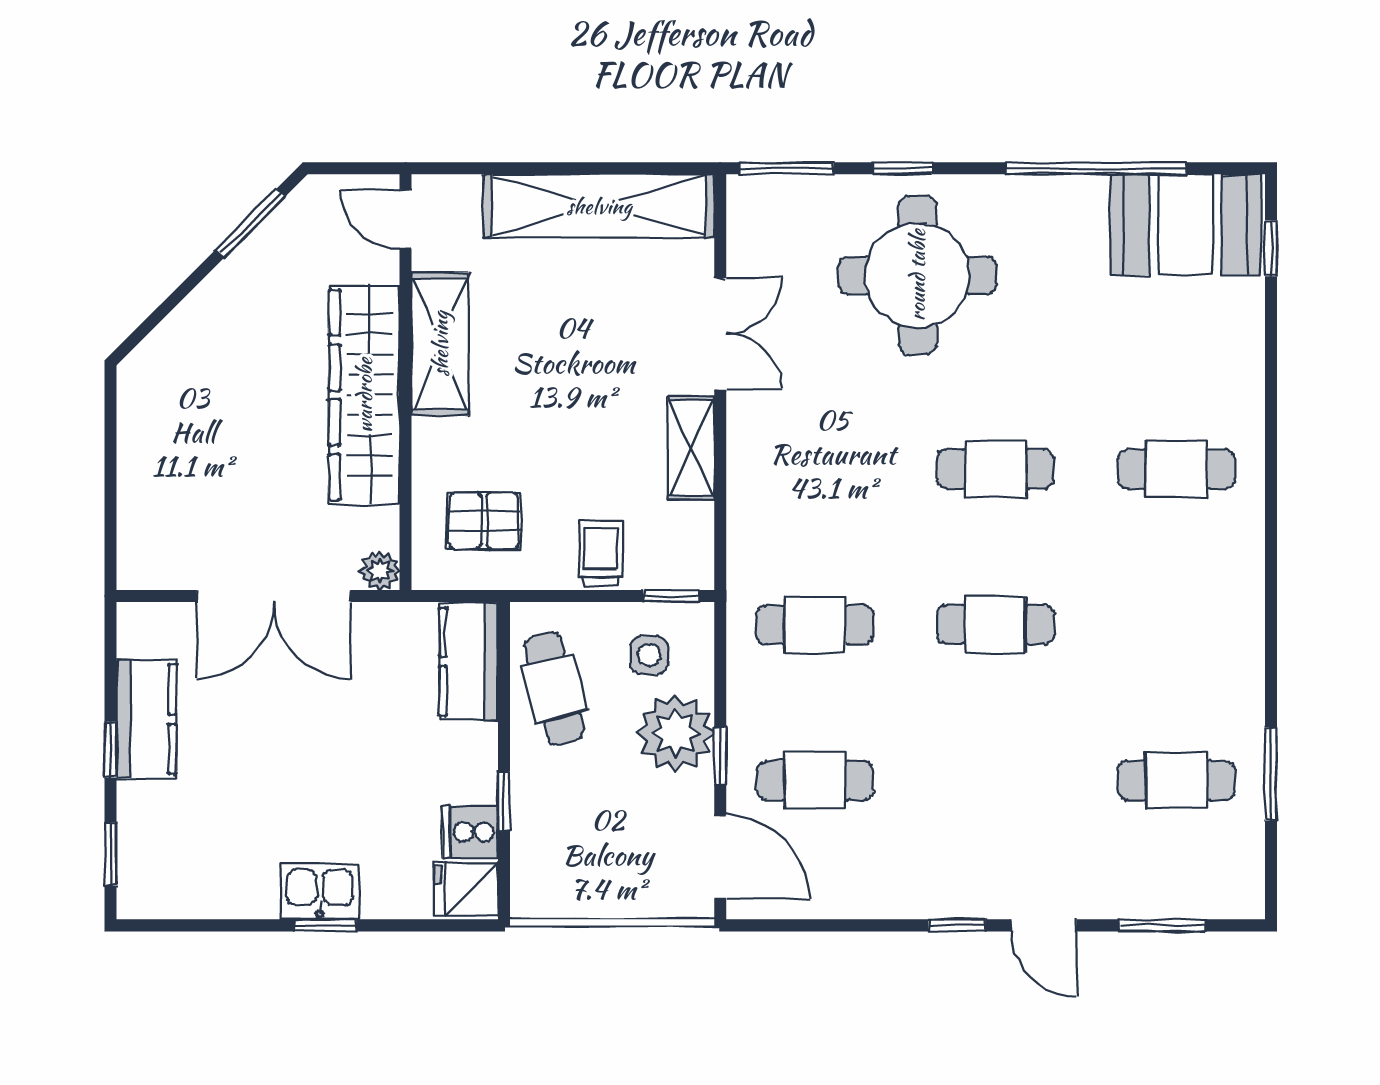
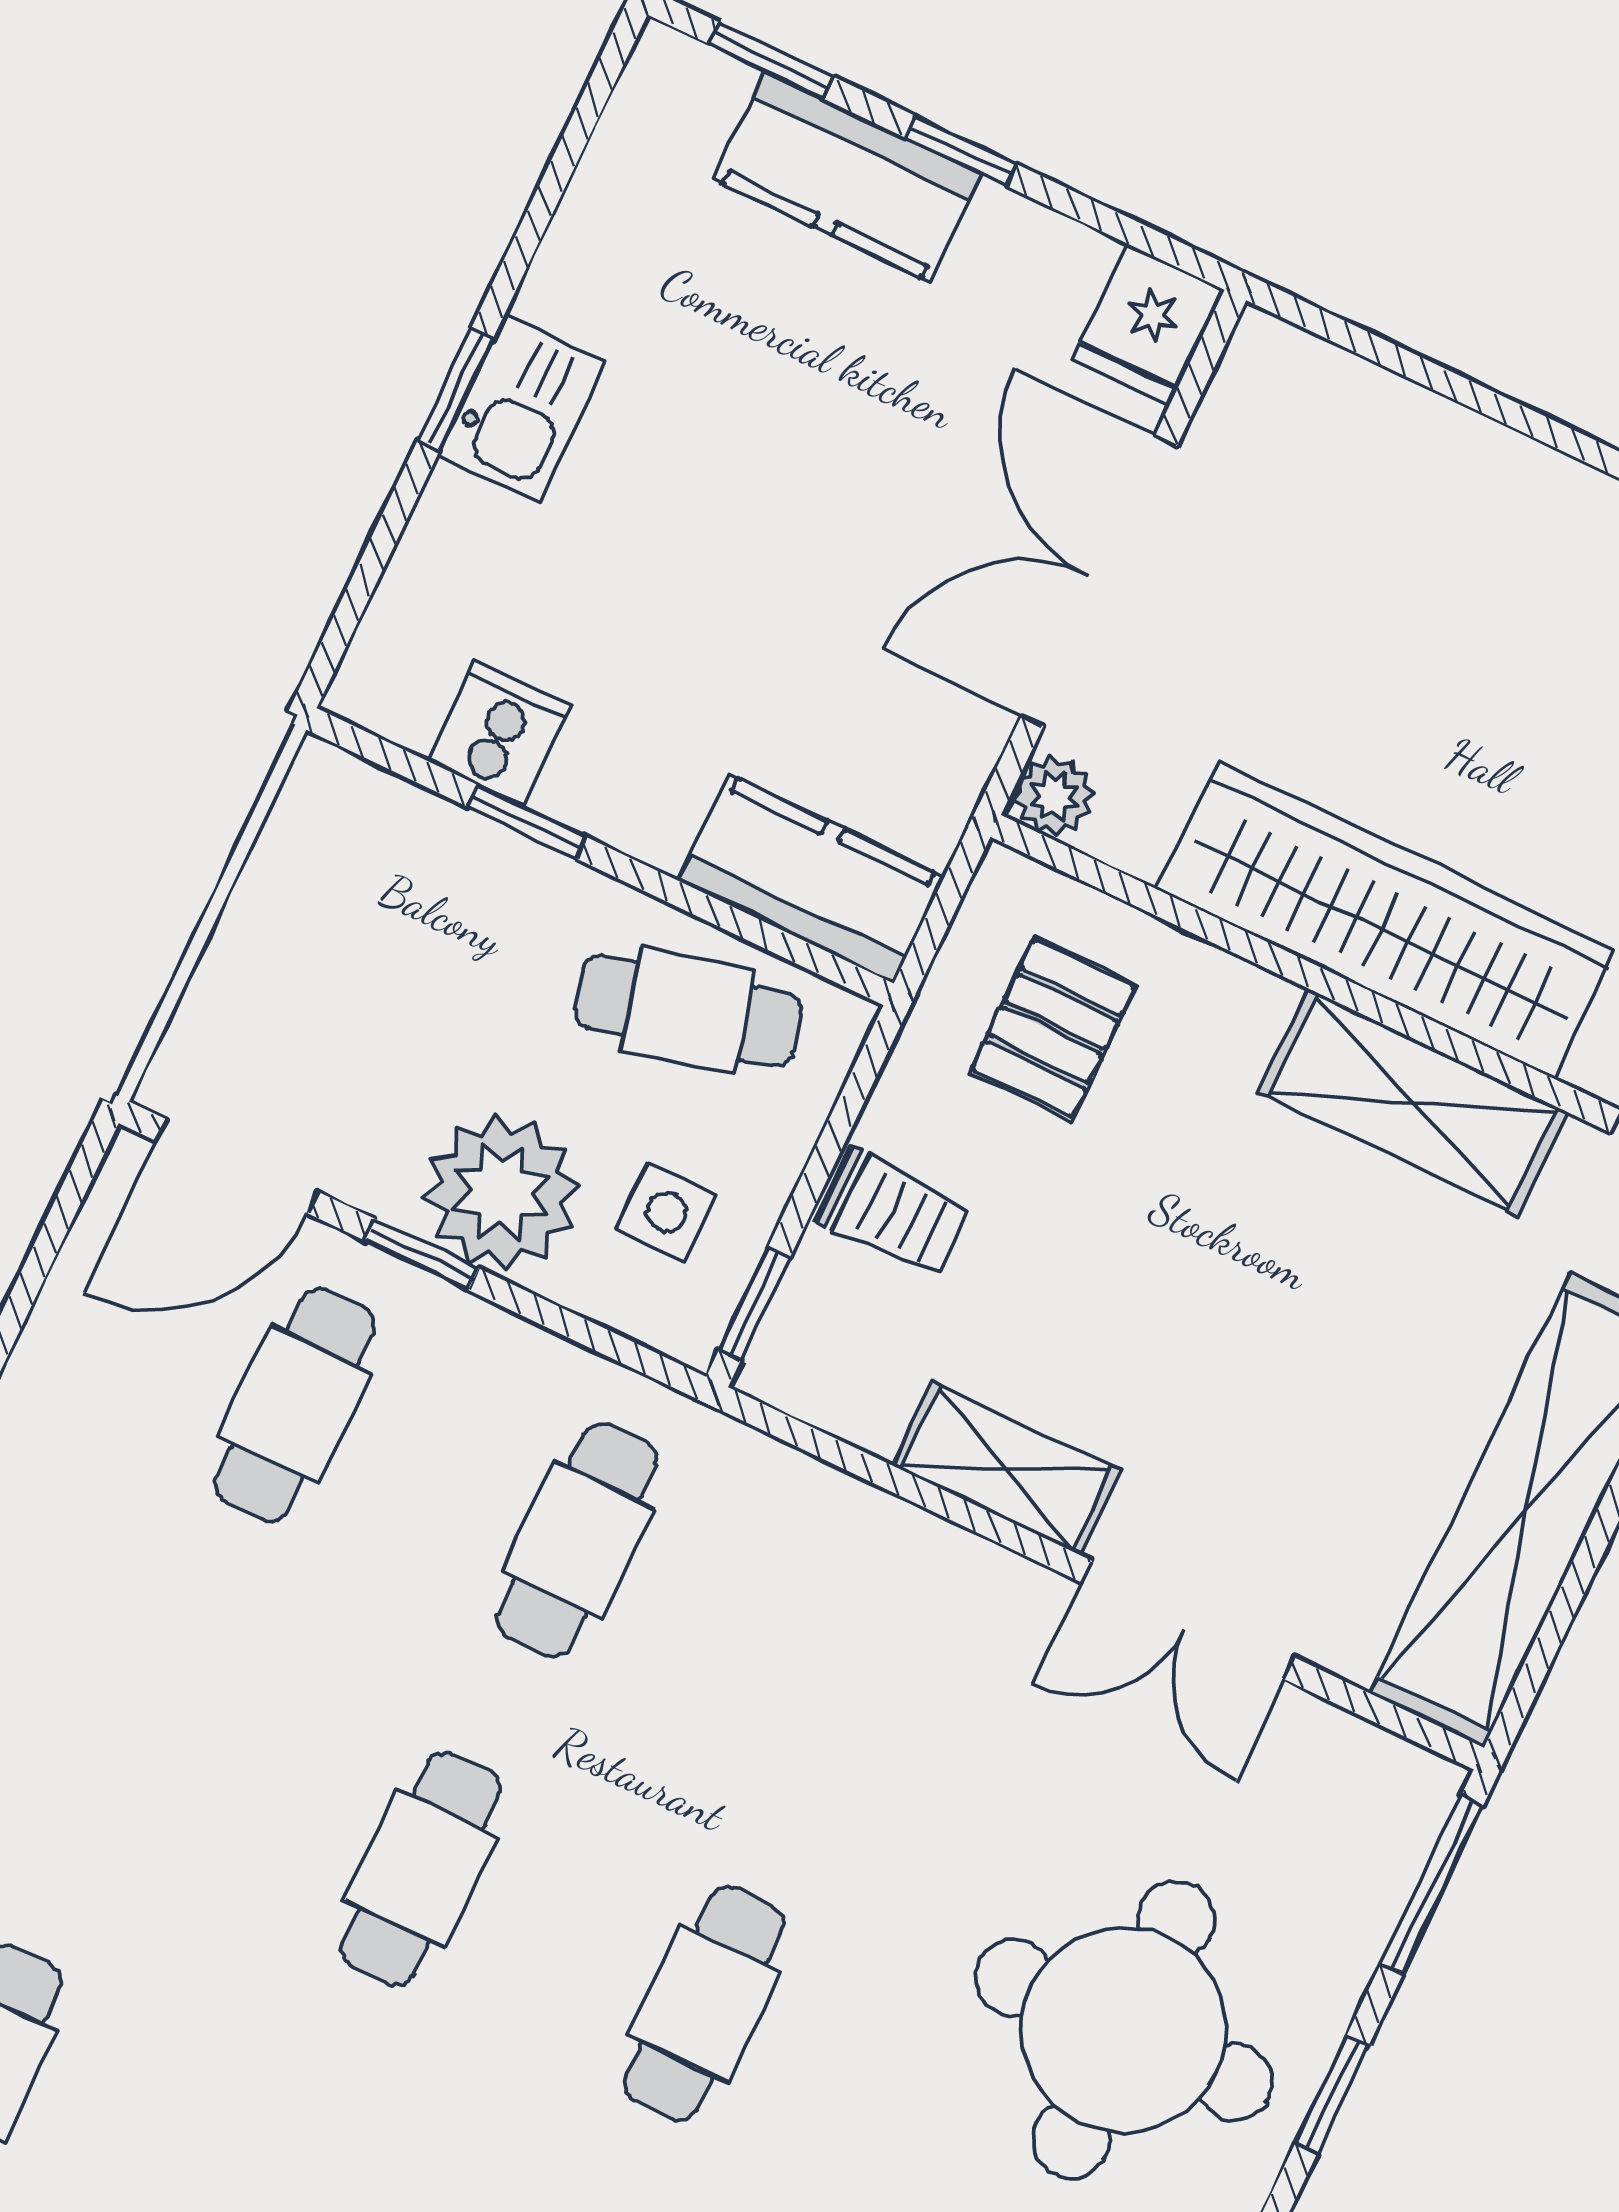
kitchen counter: (146, 719) -> (848, 177), moved
fridge: (466, 889) -> (1148, 325), moved, turned 180

